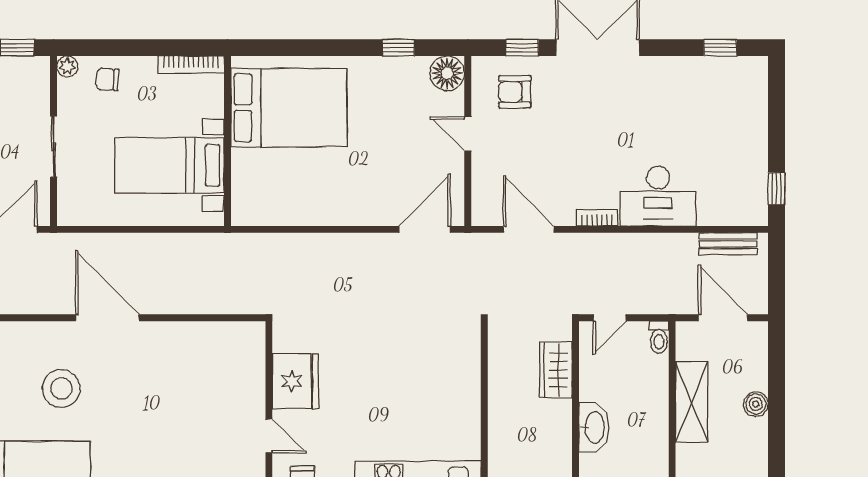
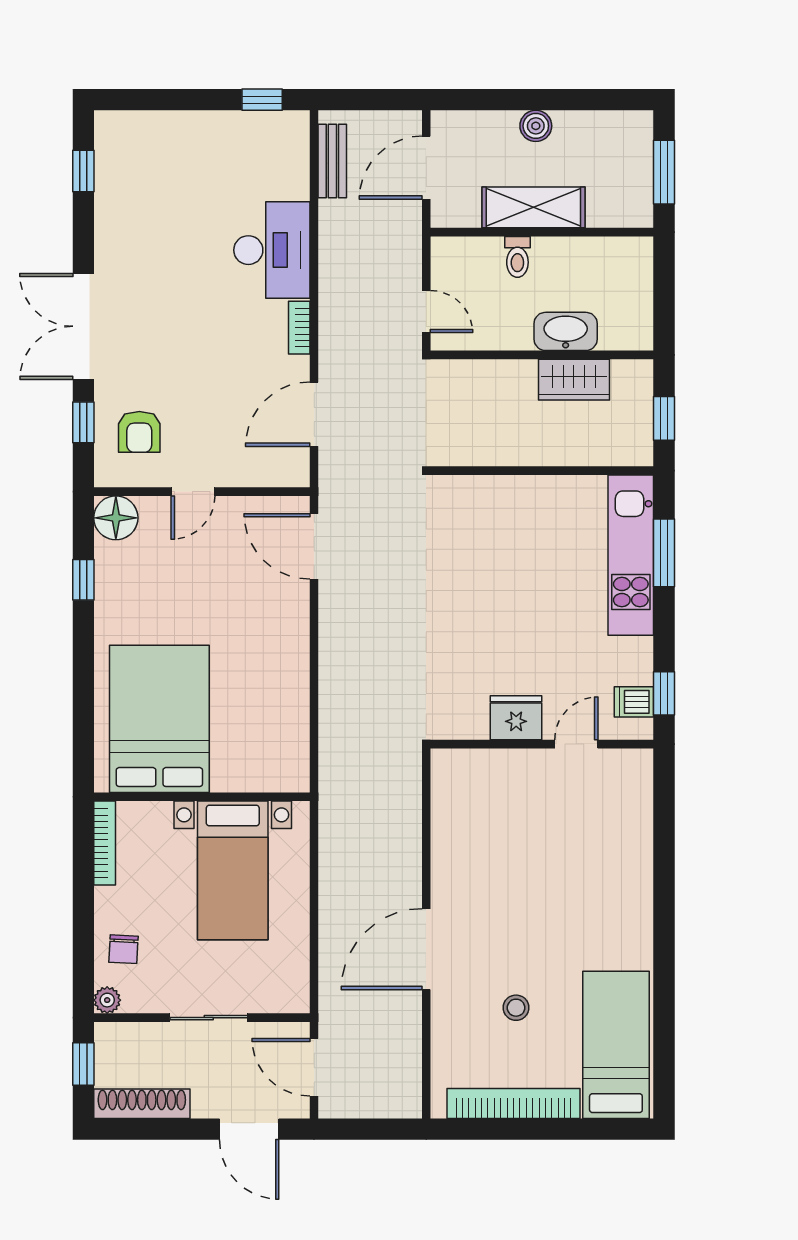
toilet: (659, 337) -> (517, 257), moved, turned 90
wardrobe: (556, 370) -> (574, 380), moved
fridge: (295, 381) -> (516, 718), width x0.73, depth x0.75
stool: (61, 388) -> (516, 1008), width x0.53, depth x0.53

